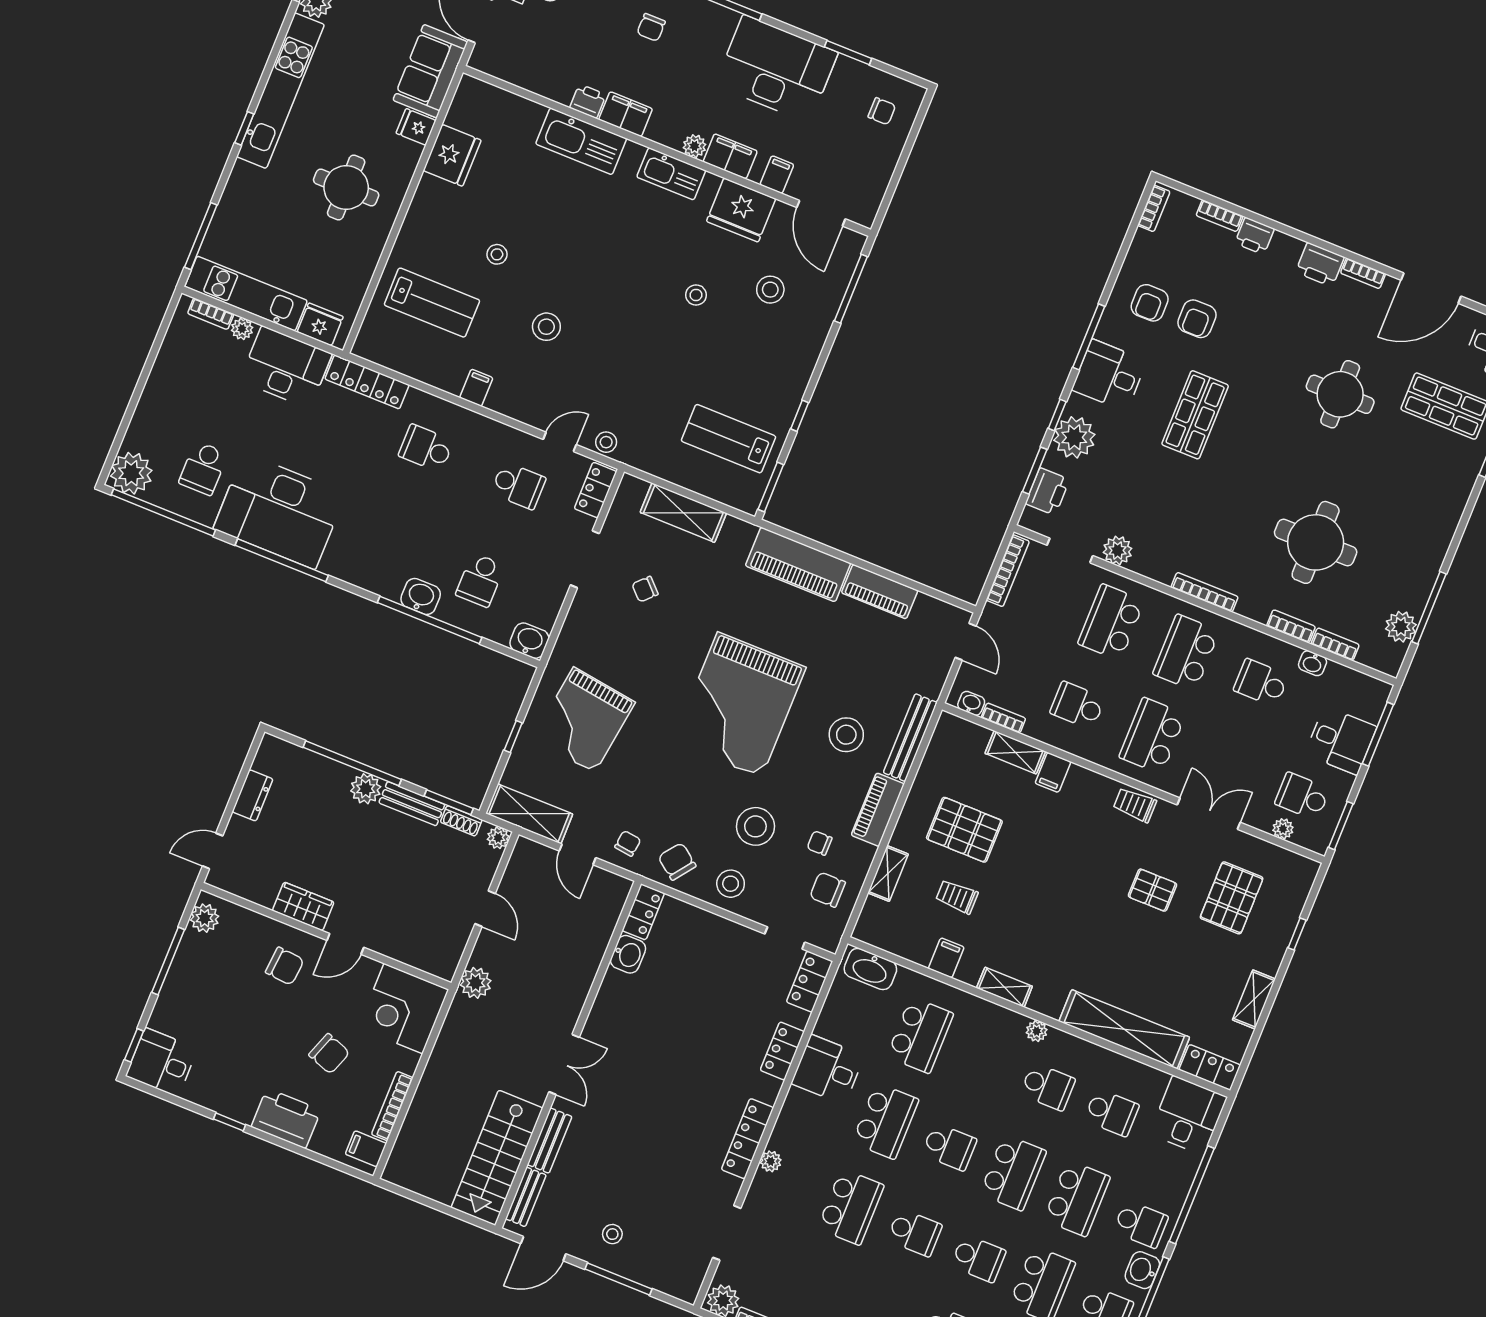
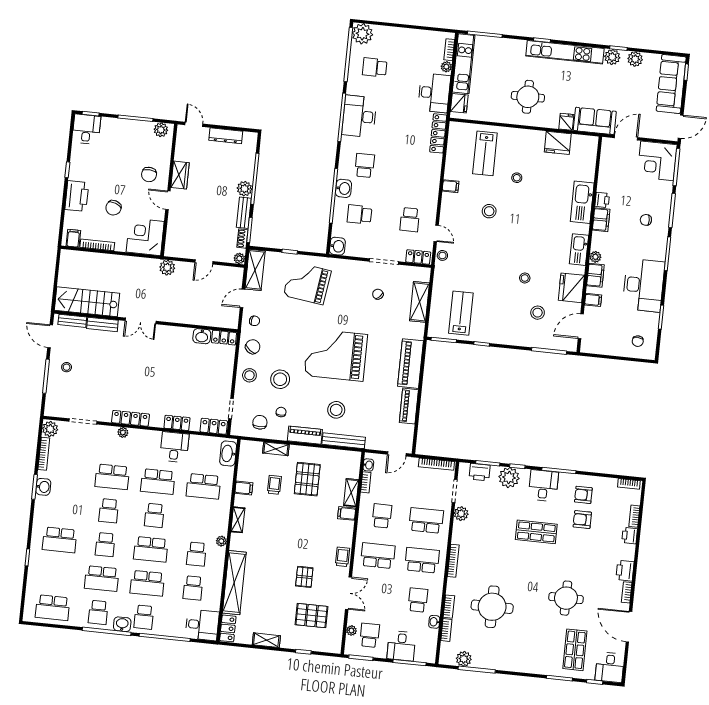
school desk: (426, 448) -> (365, 165), moved
desk: (279, 511) -> (359, 116), width x0.73, depth x0.77
dresser: (253, 795) -> (226, 136), width x1.44

